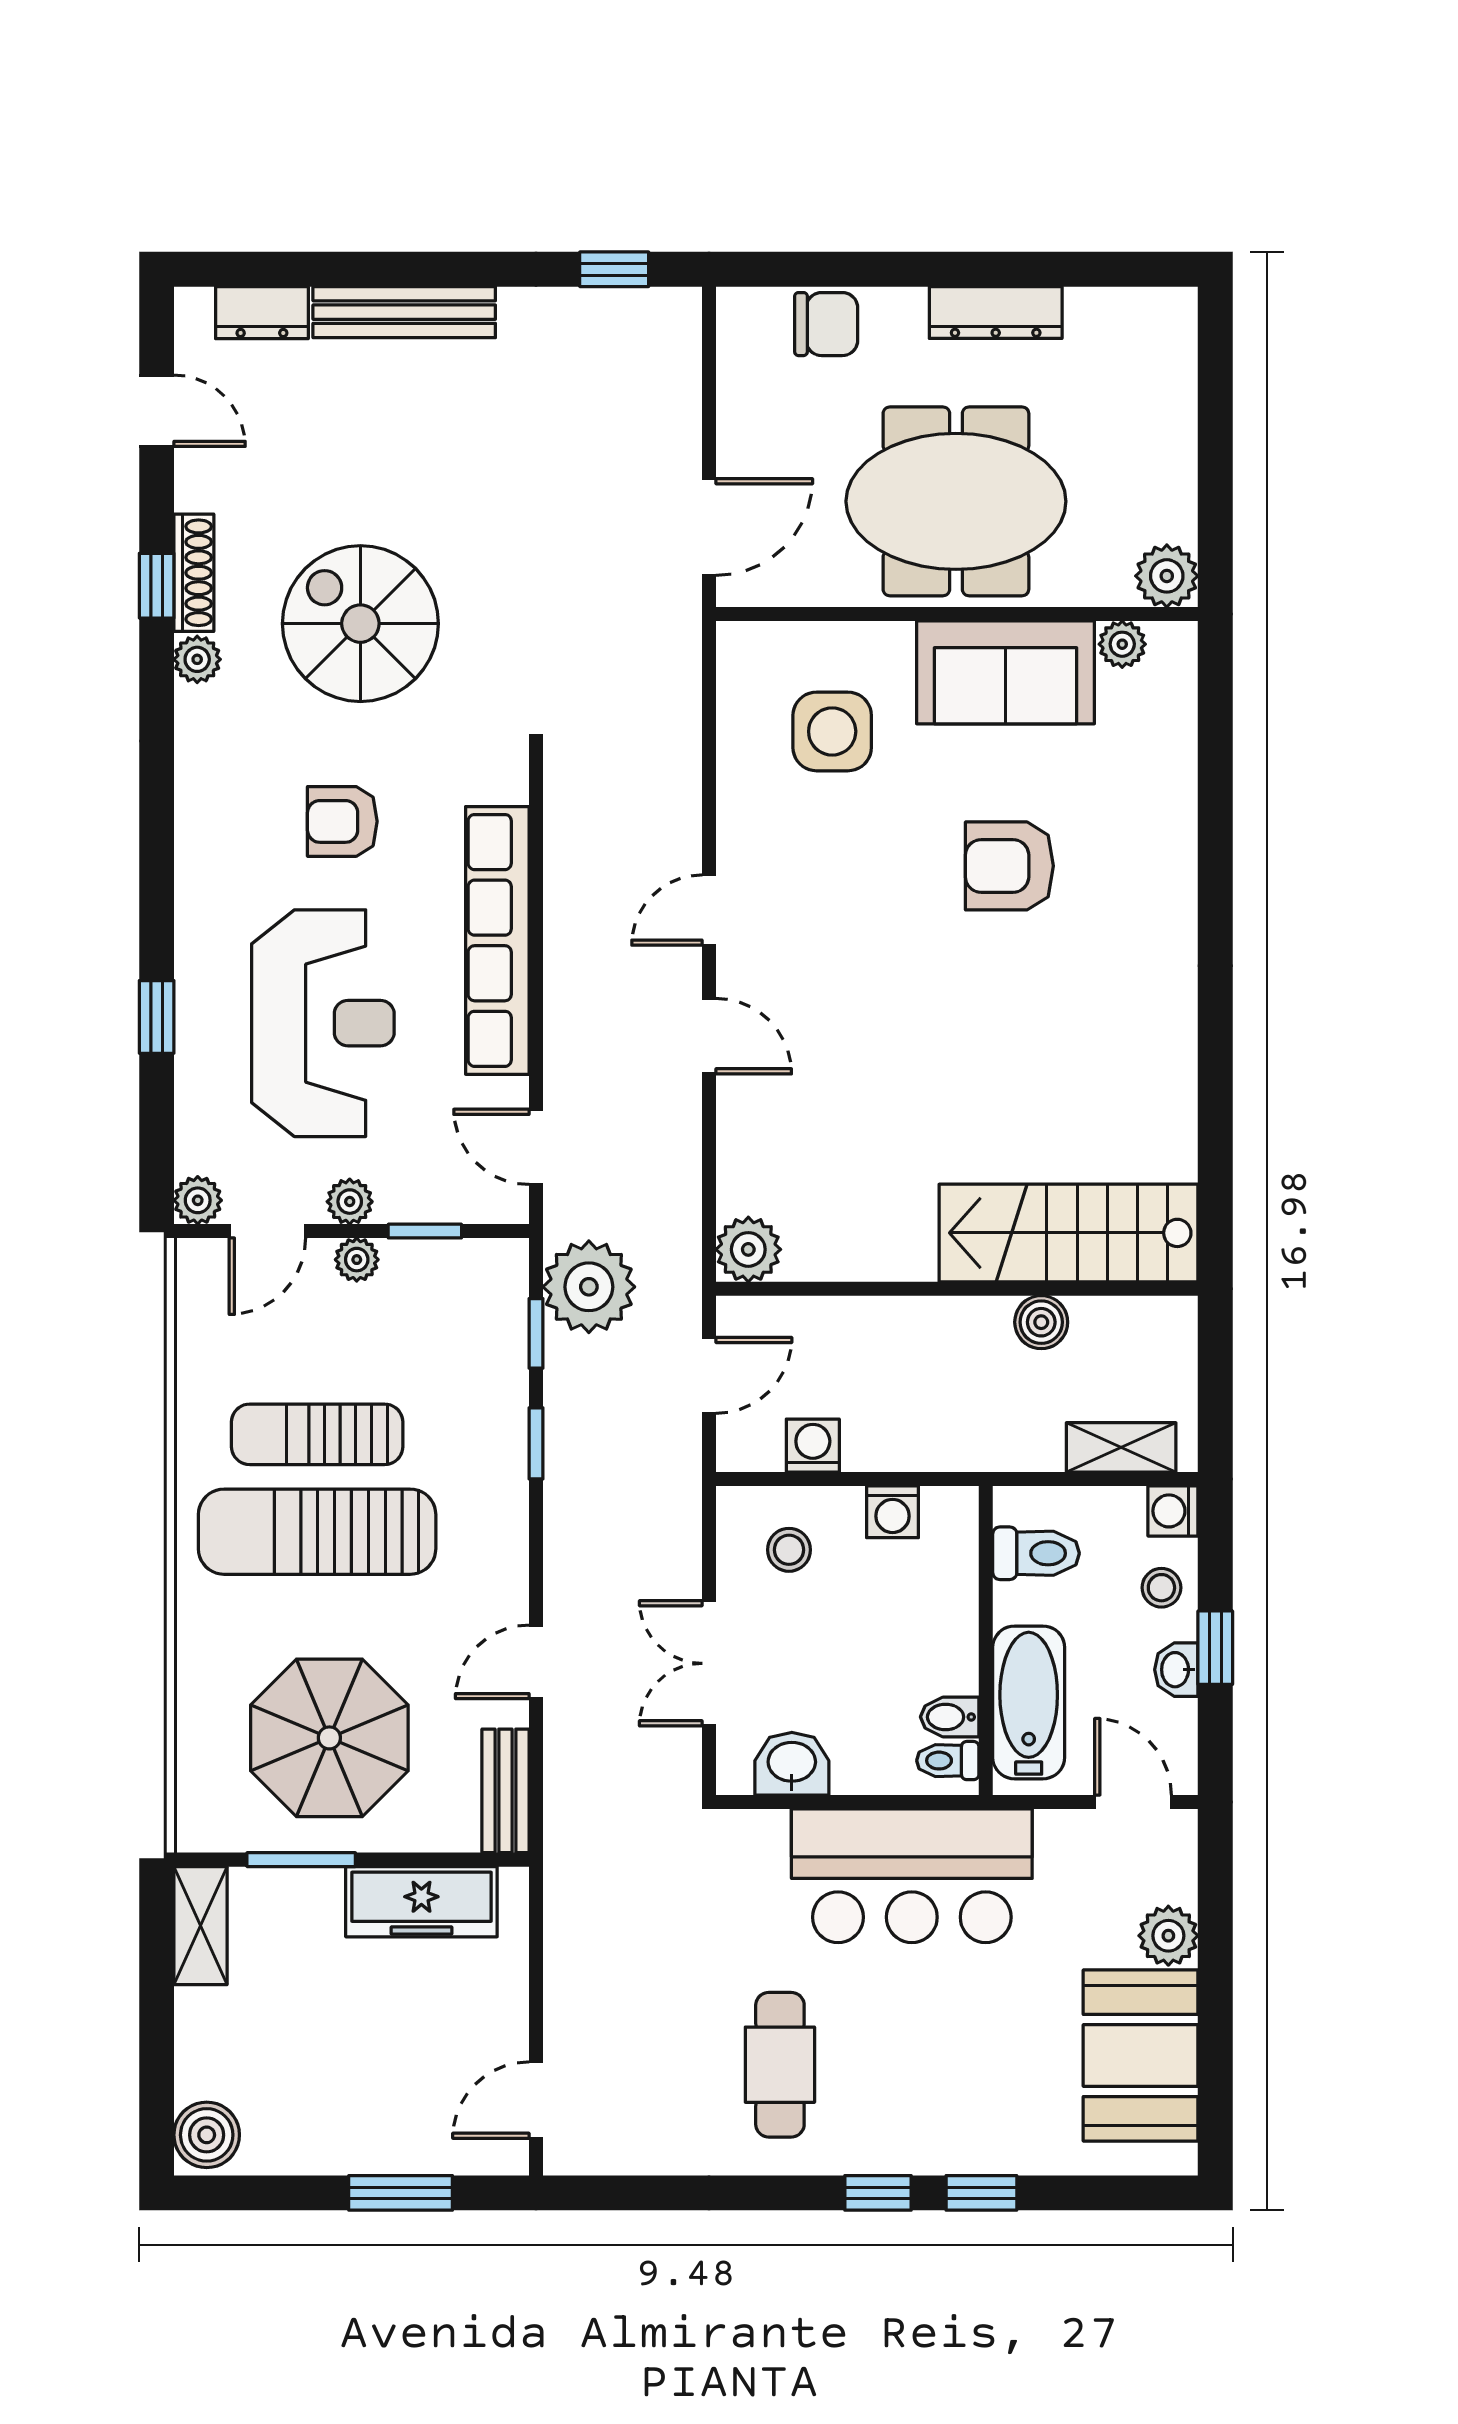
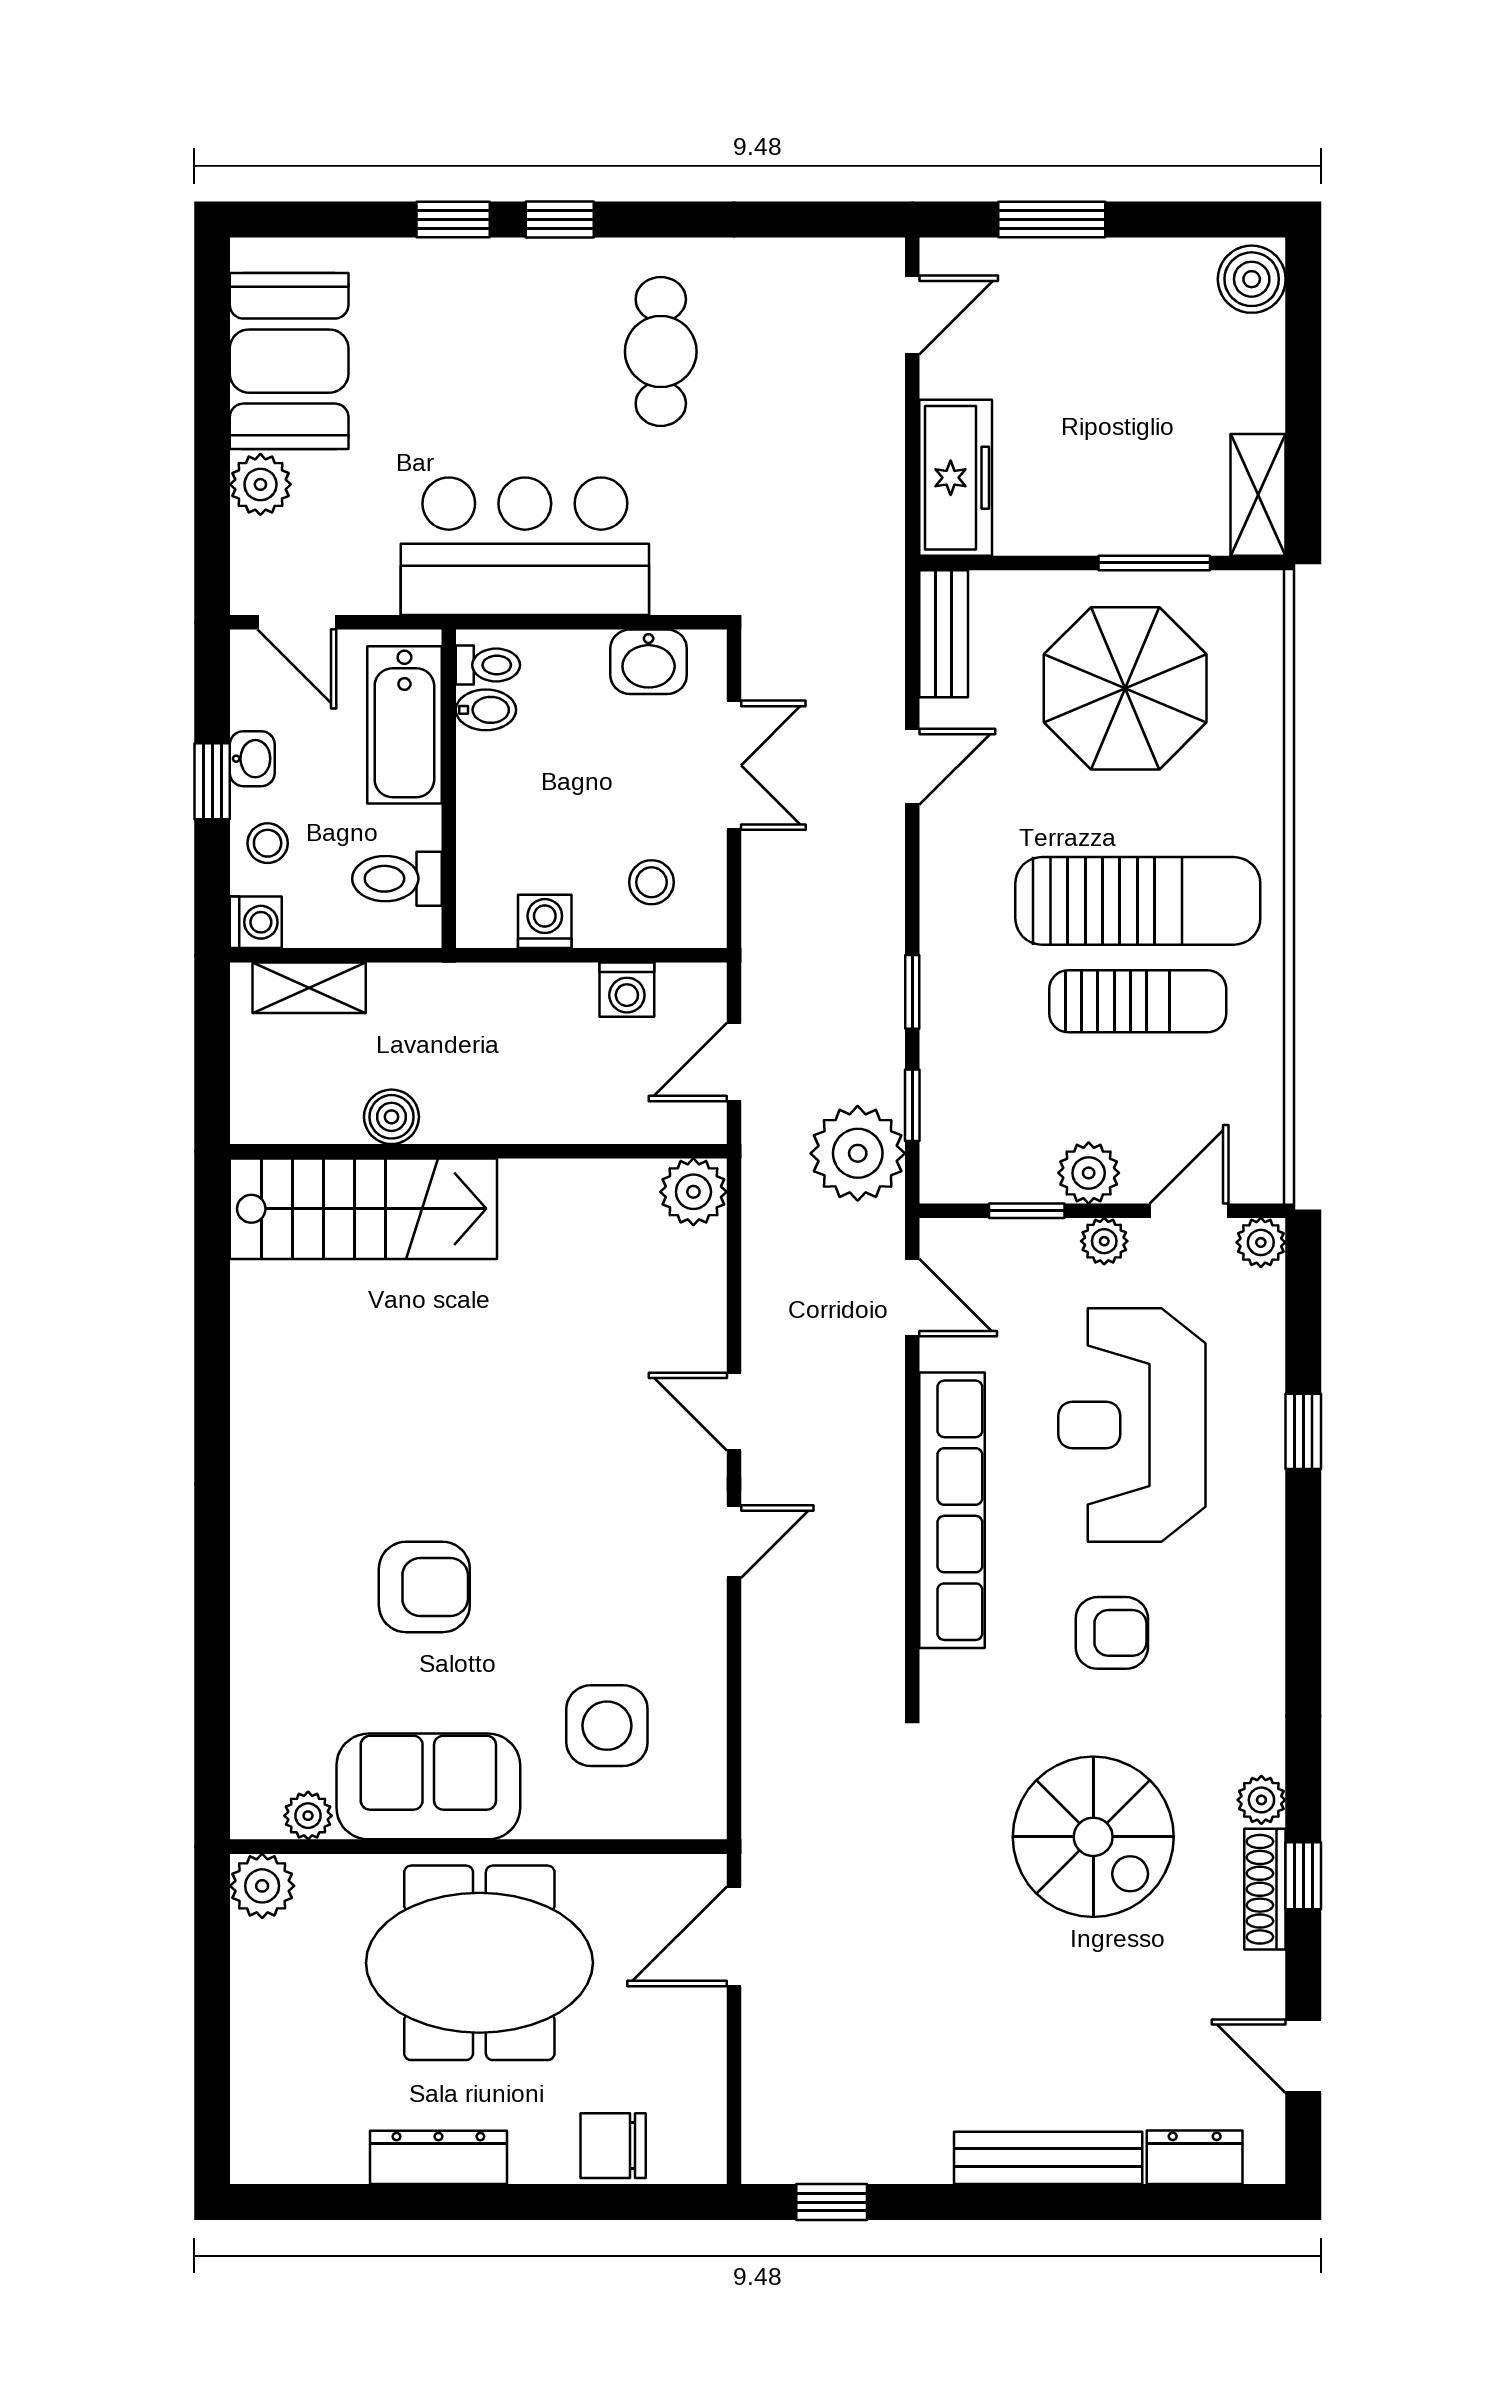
plant: (357, 1260) -> (1089, 1173), width x1.38, depth x1.38
freezer: (421, 1902) -> (956, 478), moved, turned 90

